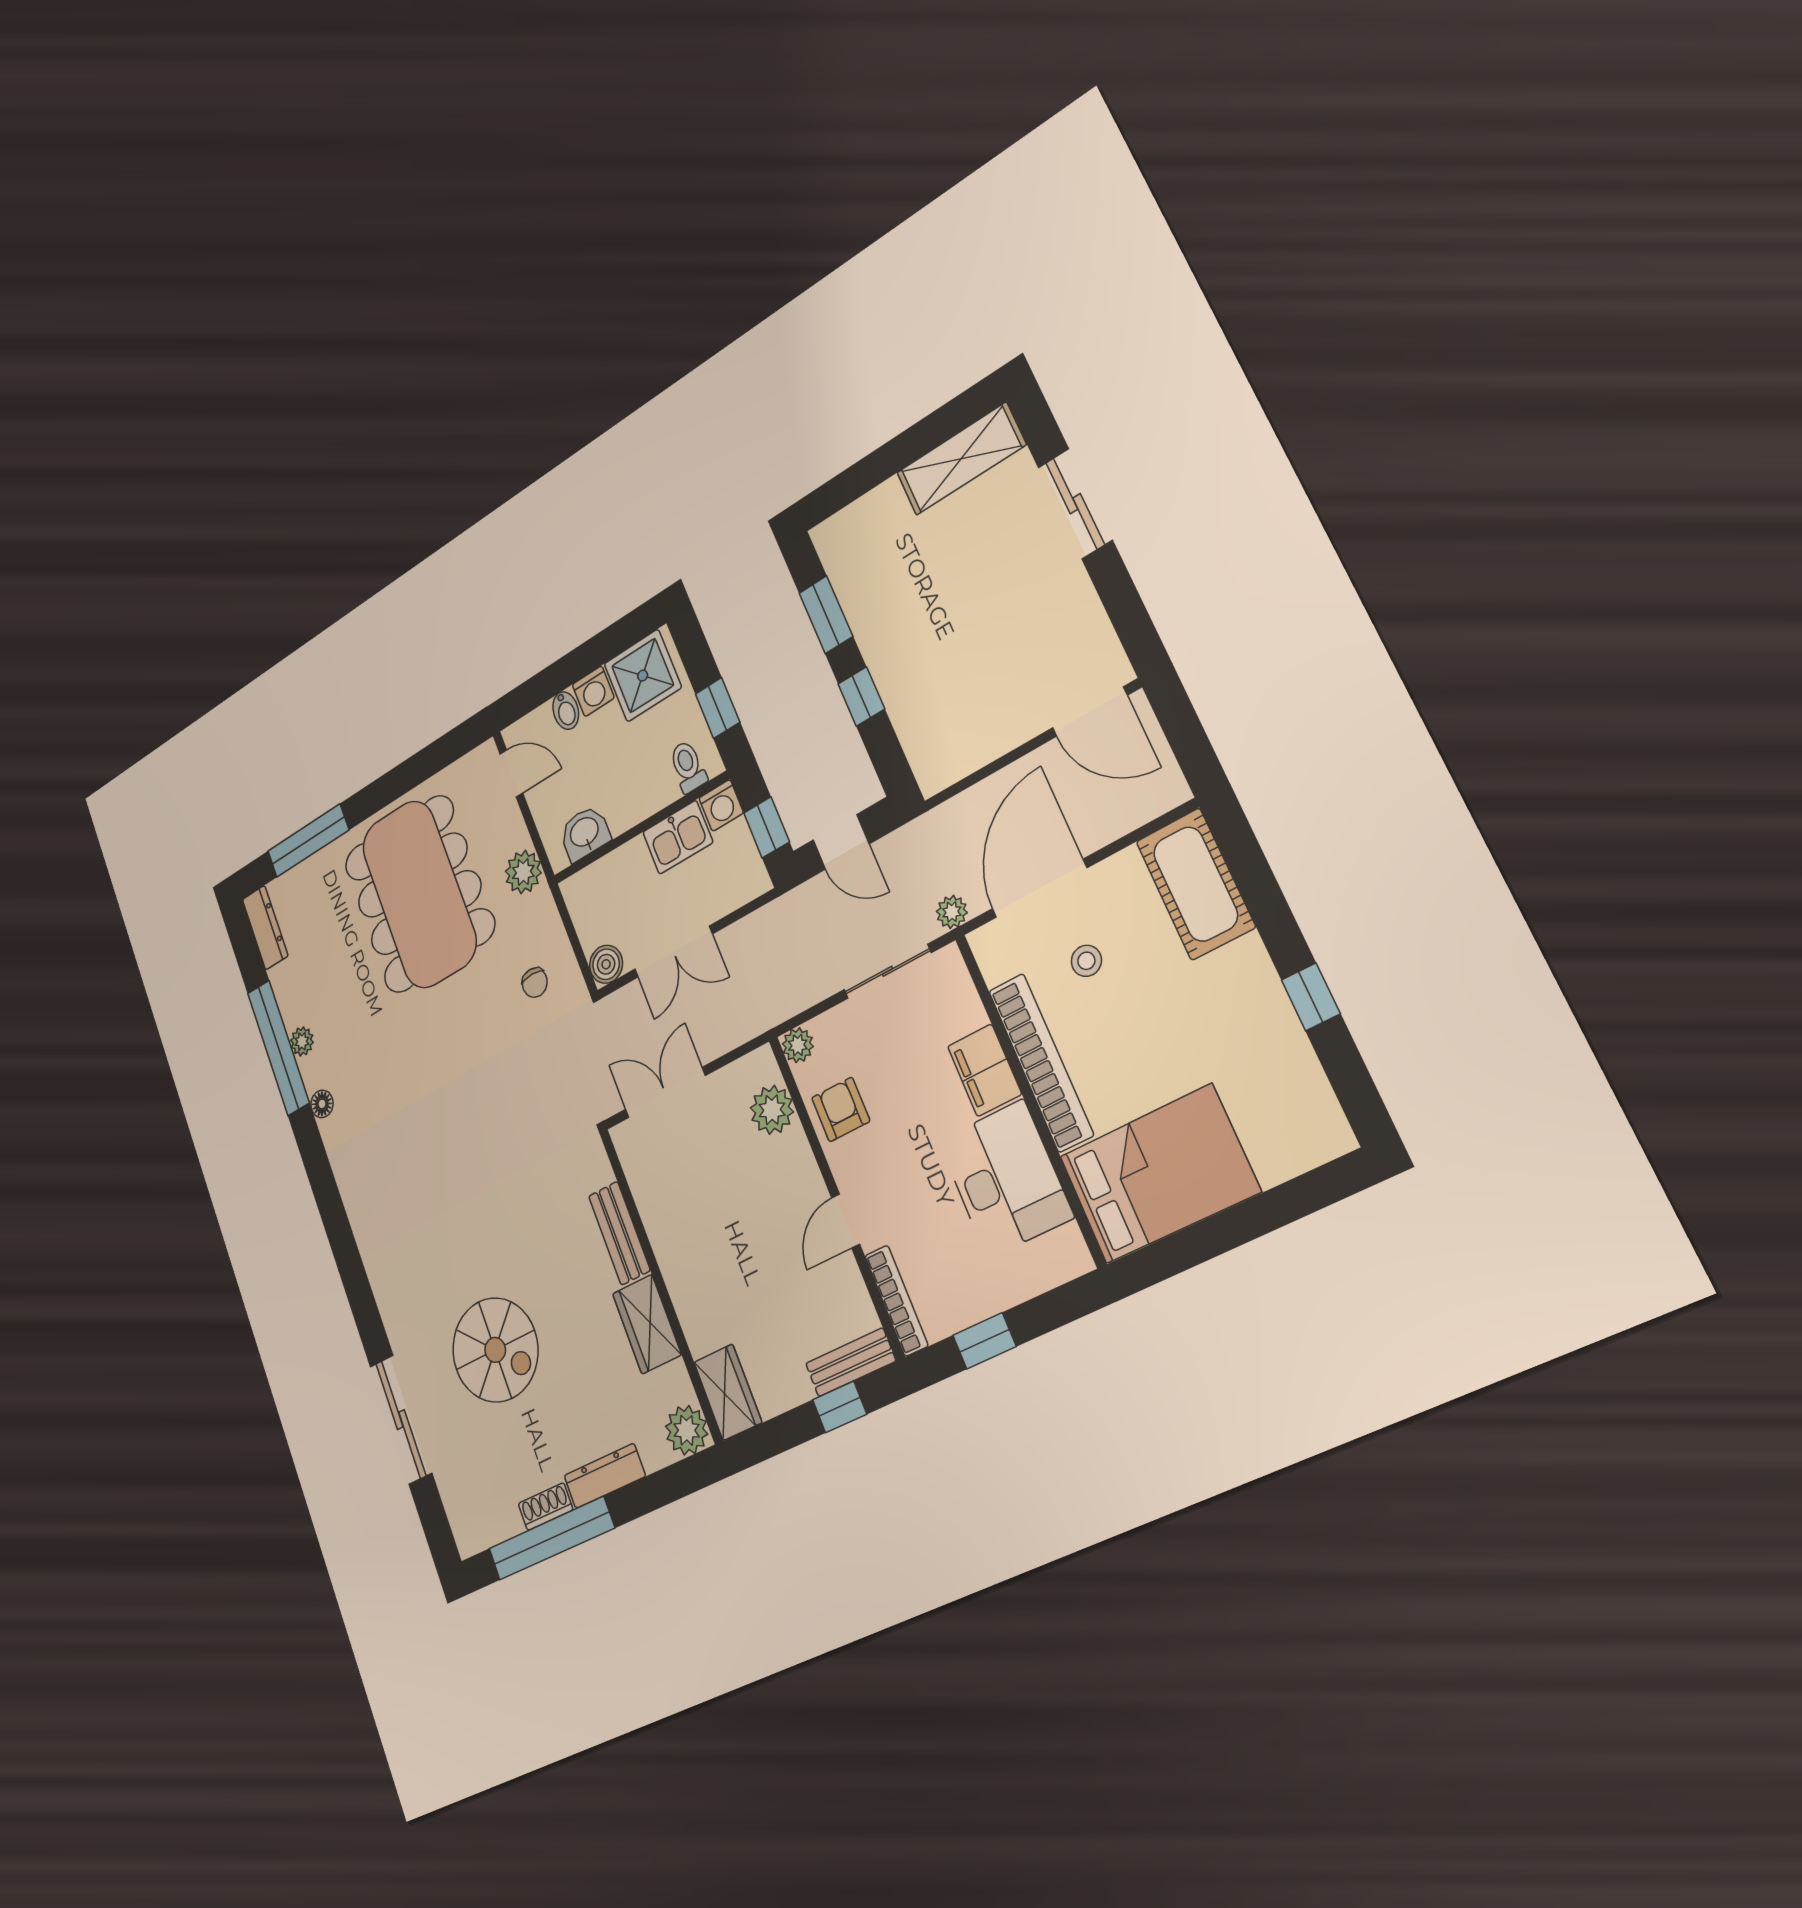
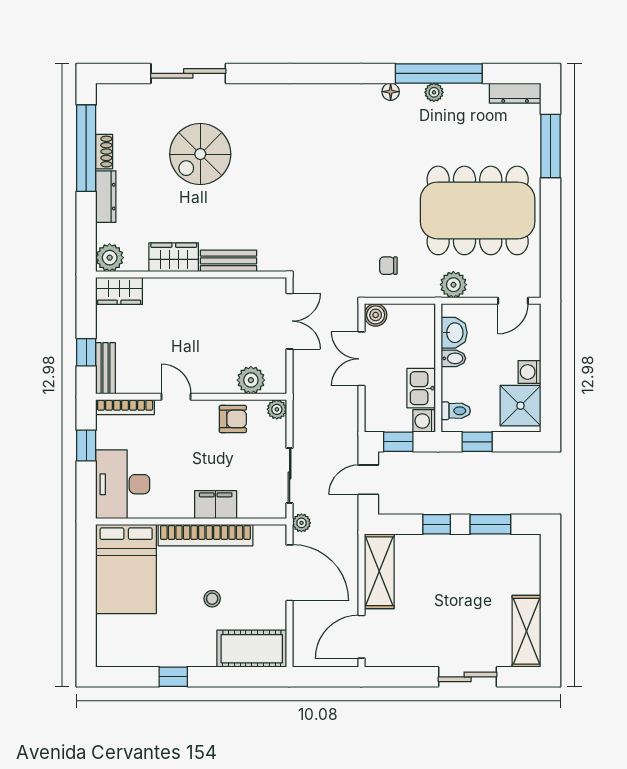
bidet: (566, 711) -> (453, 358), moved, turned 180
shelving: (972, 744) -> (379, 571), added
stool: (1086, 961) -> (212, 599), moved
desk: (1005, 1179) -> (123, 484), moved, turned 90

